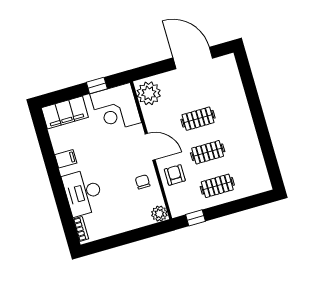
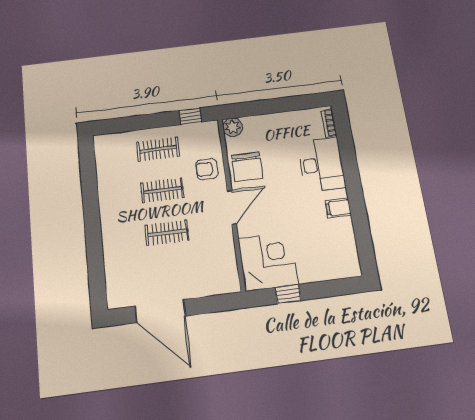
plant: (149, 93) -> (224, 274), removed
filing cabinet: (65, 112) -> (333, 266), removed
door: (150, 147) -> (232, 207), swing flipped
armchair: (175, 175) -> (207, 169), turned 90
chair: (143, 182) -> (247, 167), width x1.87, depth x1.87

